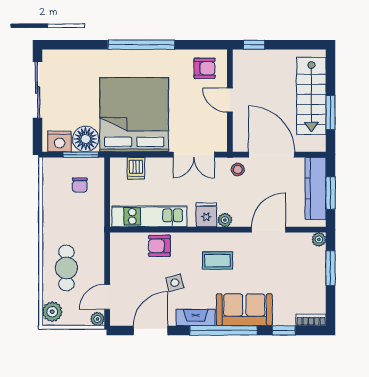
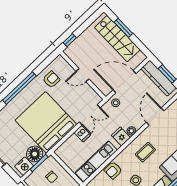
armchair: (205, 68) -> (51, 79), moved
window: (331, 112) -> (123, 28), moved
dishwasher: (136, 168) -> (82, 134), moved

